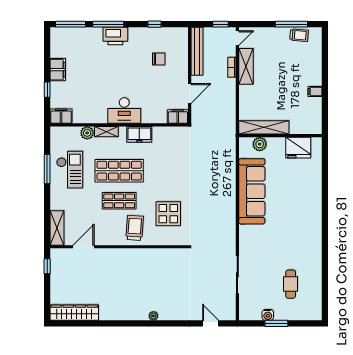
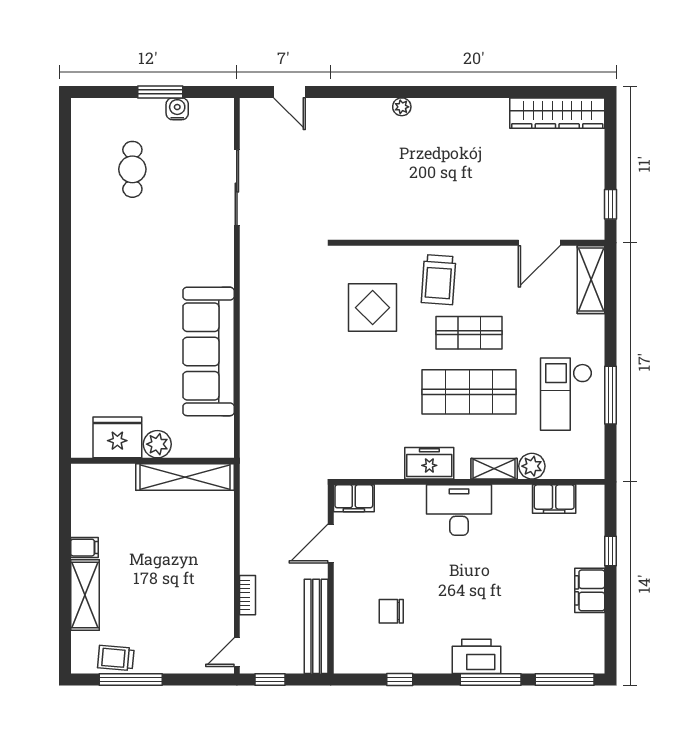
shelving: (246, 66) -> (85, 595), moved
filing cabinet: (61, 116) -> (554, 499), moved
plant: (260, 144) -> (157, 444), moved

